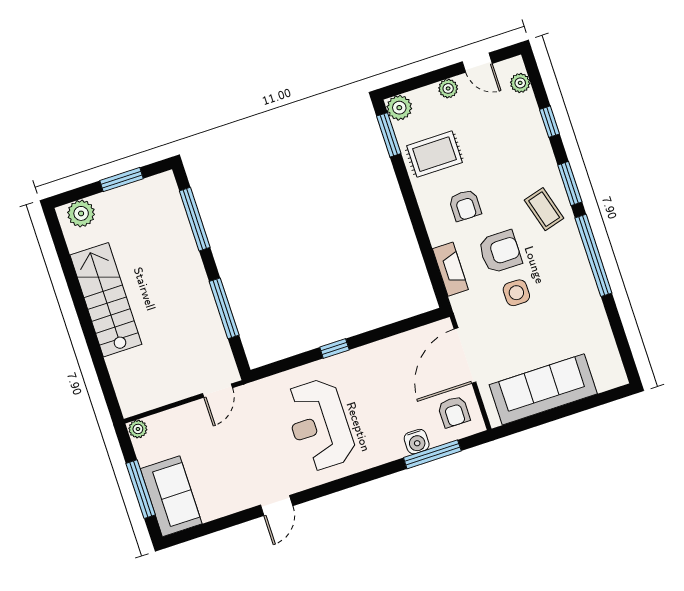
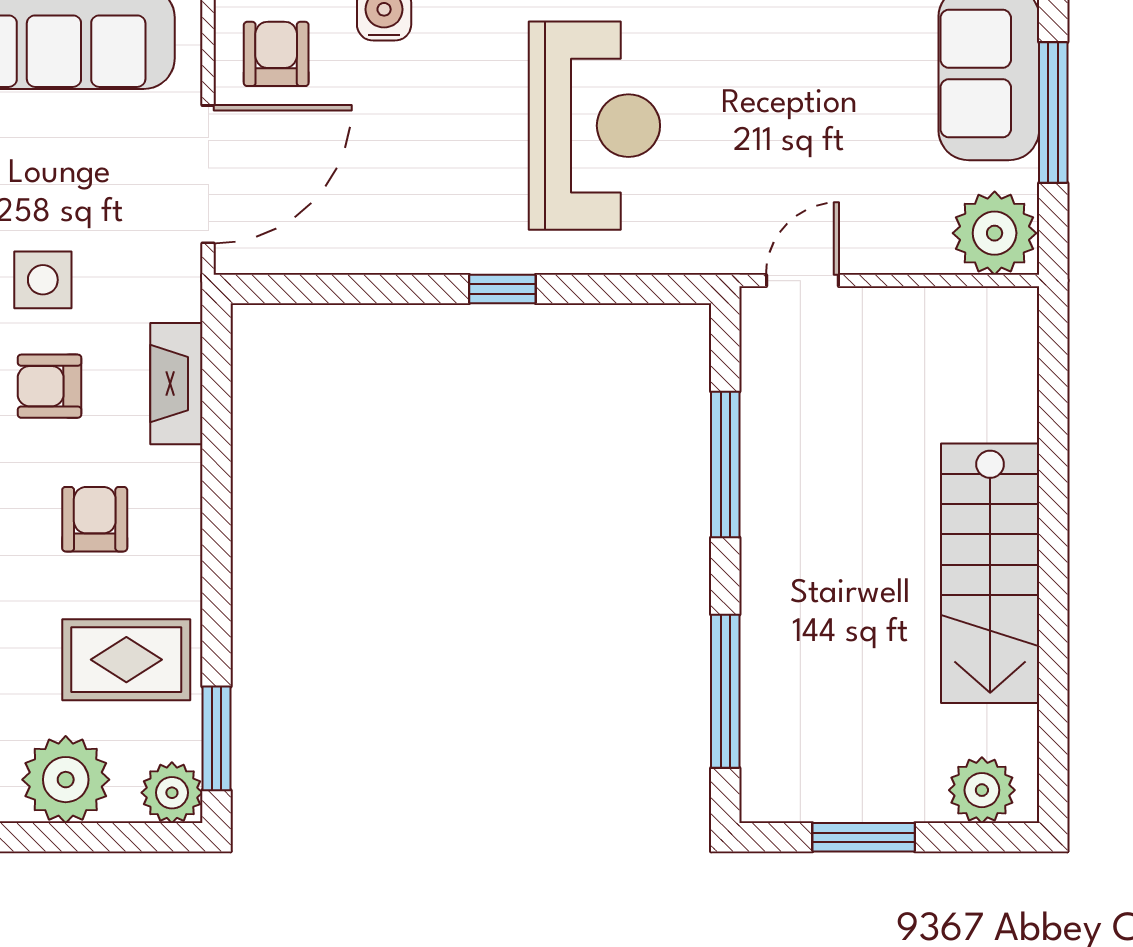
plant: (448, 88) -> (66, 780), width x1.88, depth x1.88
armchair: (500, 252) -> (50, 386), width x0.72, depth x0.72
plant: (138, 429) -> (995, 233), width x1.88, depth x1.88

